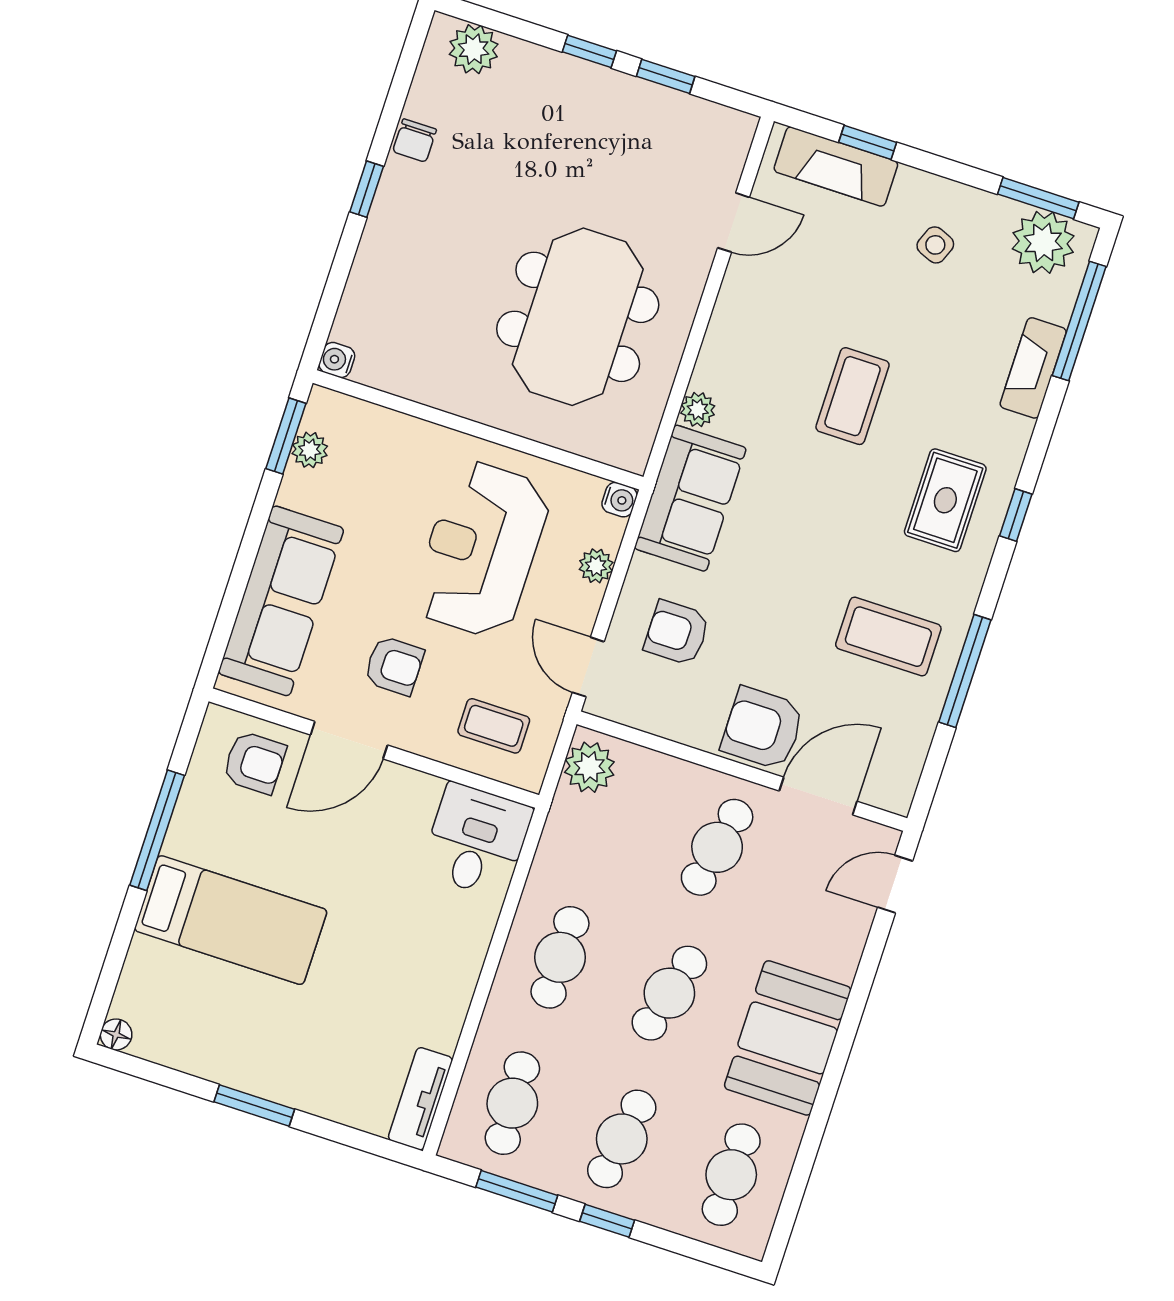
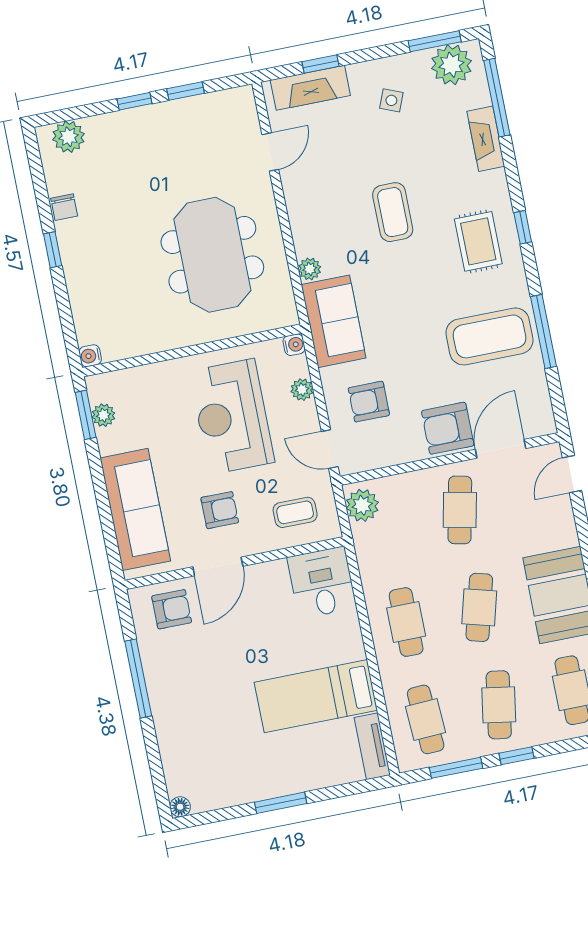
coffee table: (888, 637) -> (489, 336), width x1.36, depth x1.32
bed: (231, 920) -> (316, 696), moved, turned 180

